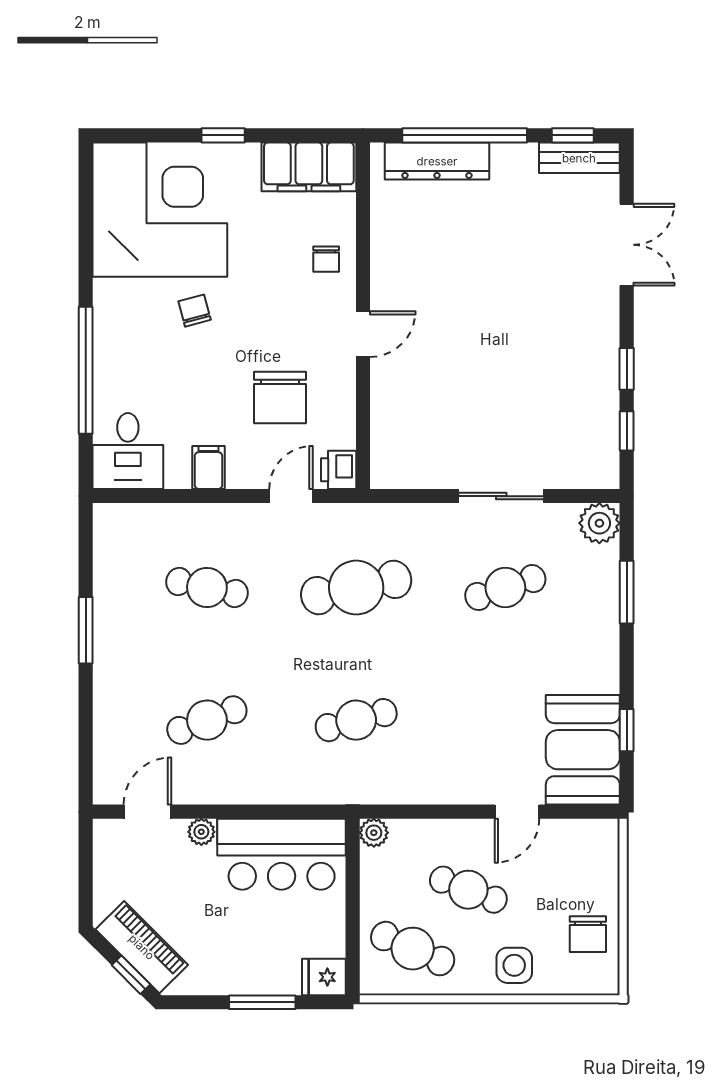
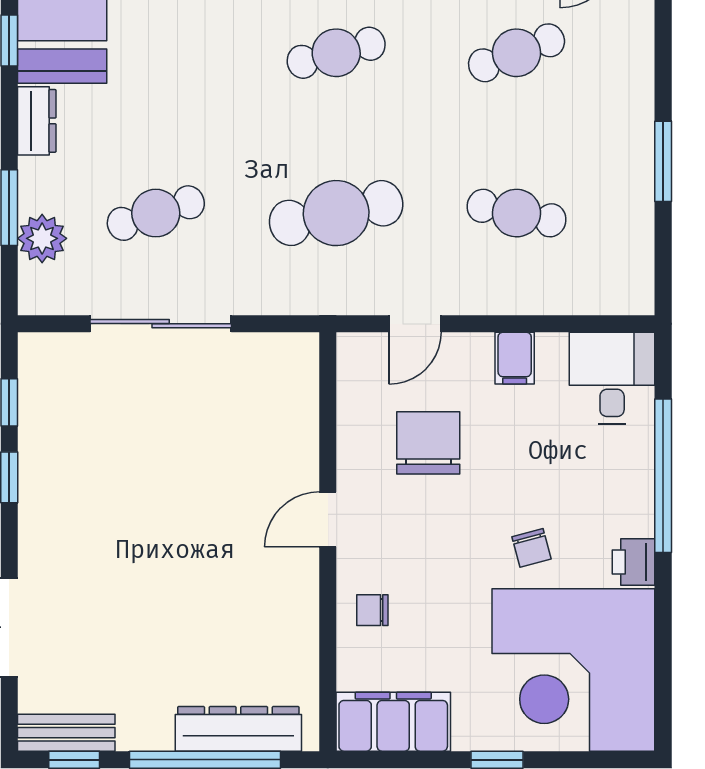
chair: (326, 259) -> (372, 610), turned -90
printer: (339, 470) -> (634, 562), moved, turned 180
sliding door: (501, 496) -> (161, 324), width x1.37
plant: (599, 523) -> (42, 238), moved
dresser: (604, 664) -> (37, 121), added

